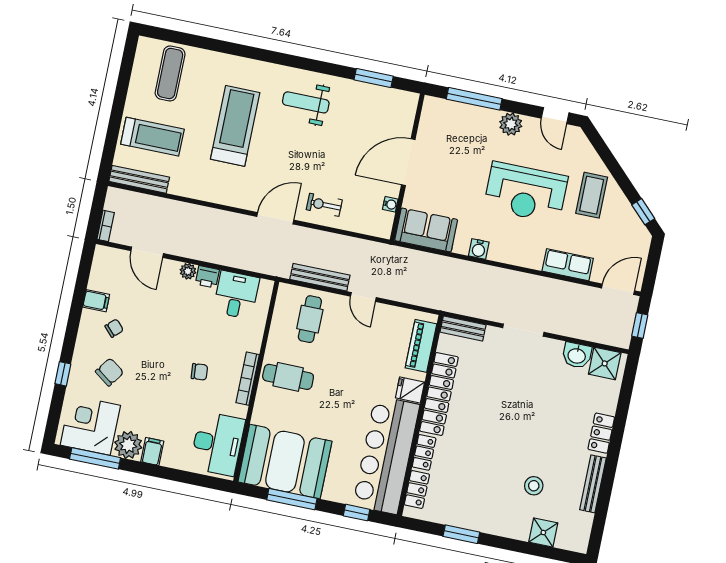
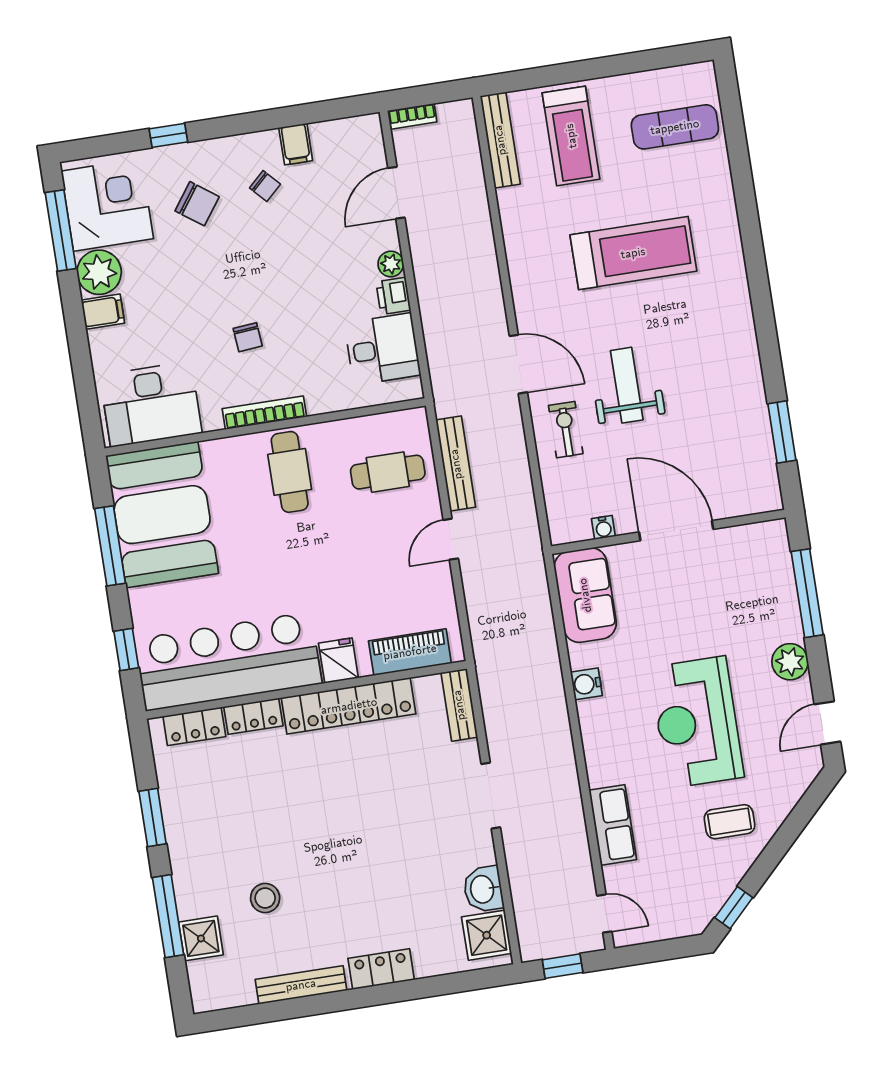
weight bench: (306, 102) -> (627, 385), moved
coffee table: (592, 195) -> (730, 822), width x0.73, depth x0.77
door: (618, 289) -> (604, 914), width x0.73
window: (523, 547) -> (168, 916), added

